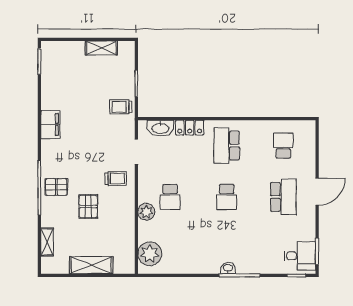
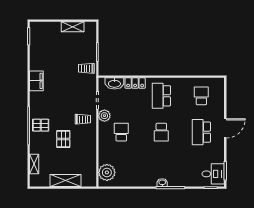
school desk: (170, 197) -> (121, 132), turned 180
school desk: (283, 197) -> (201, 132), turned 180
plant: (146, 212) -> (104, 116), moved

